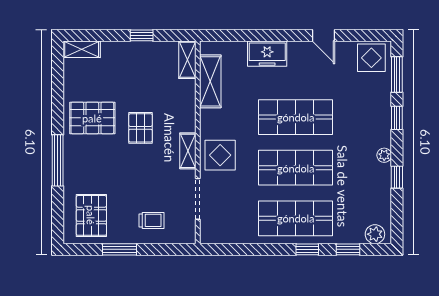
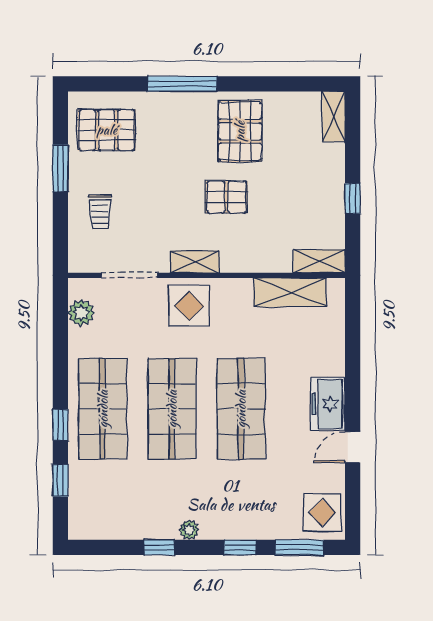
freezer: (267, 54) -> (328, 404), moved
plant: (375, 234) -> (81, 313), moved

